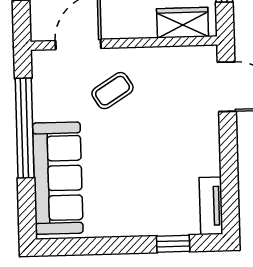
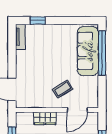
wardrobe: (183, 23) -> (45, 118), moved
window: (25, 128) -> (102, 53), moved

